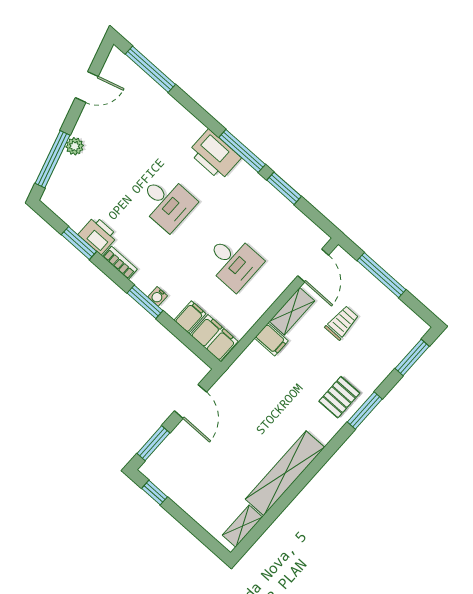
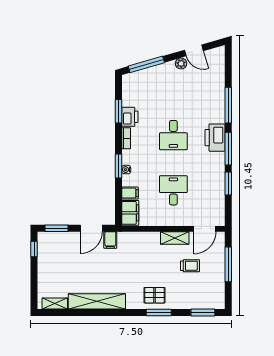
window: (150, 69) -> (228, 105), moved
plant: (75, 146) -> (181, 63), moved
desk: (233, 262) -> (173, 190), turned 180
filing cabinet: (271, 339) -> (110, 240), moved

